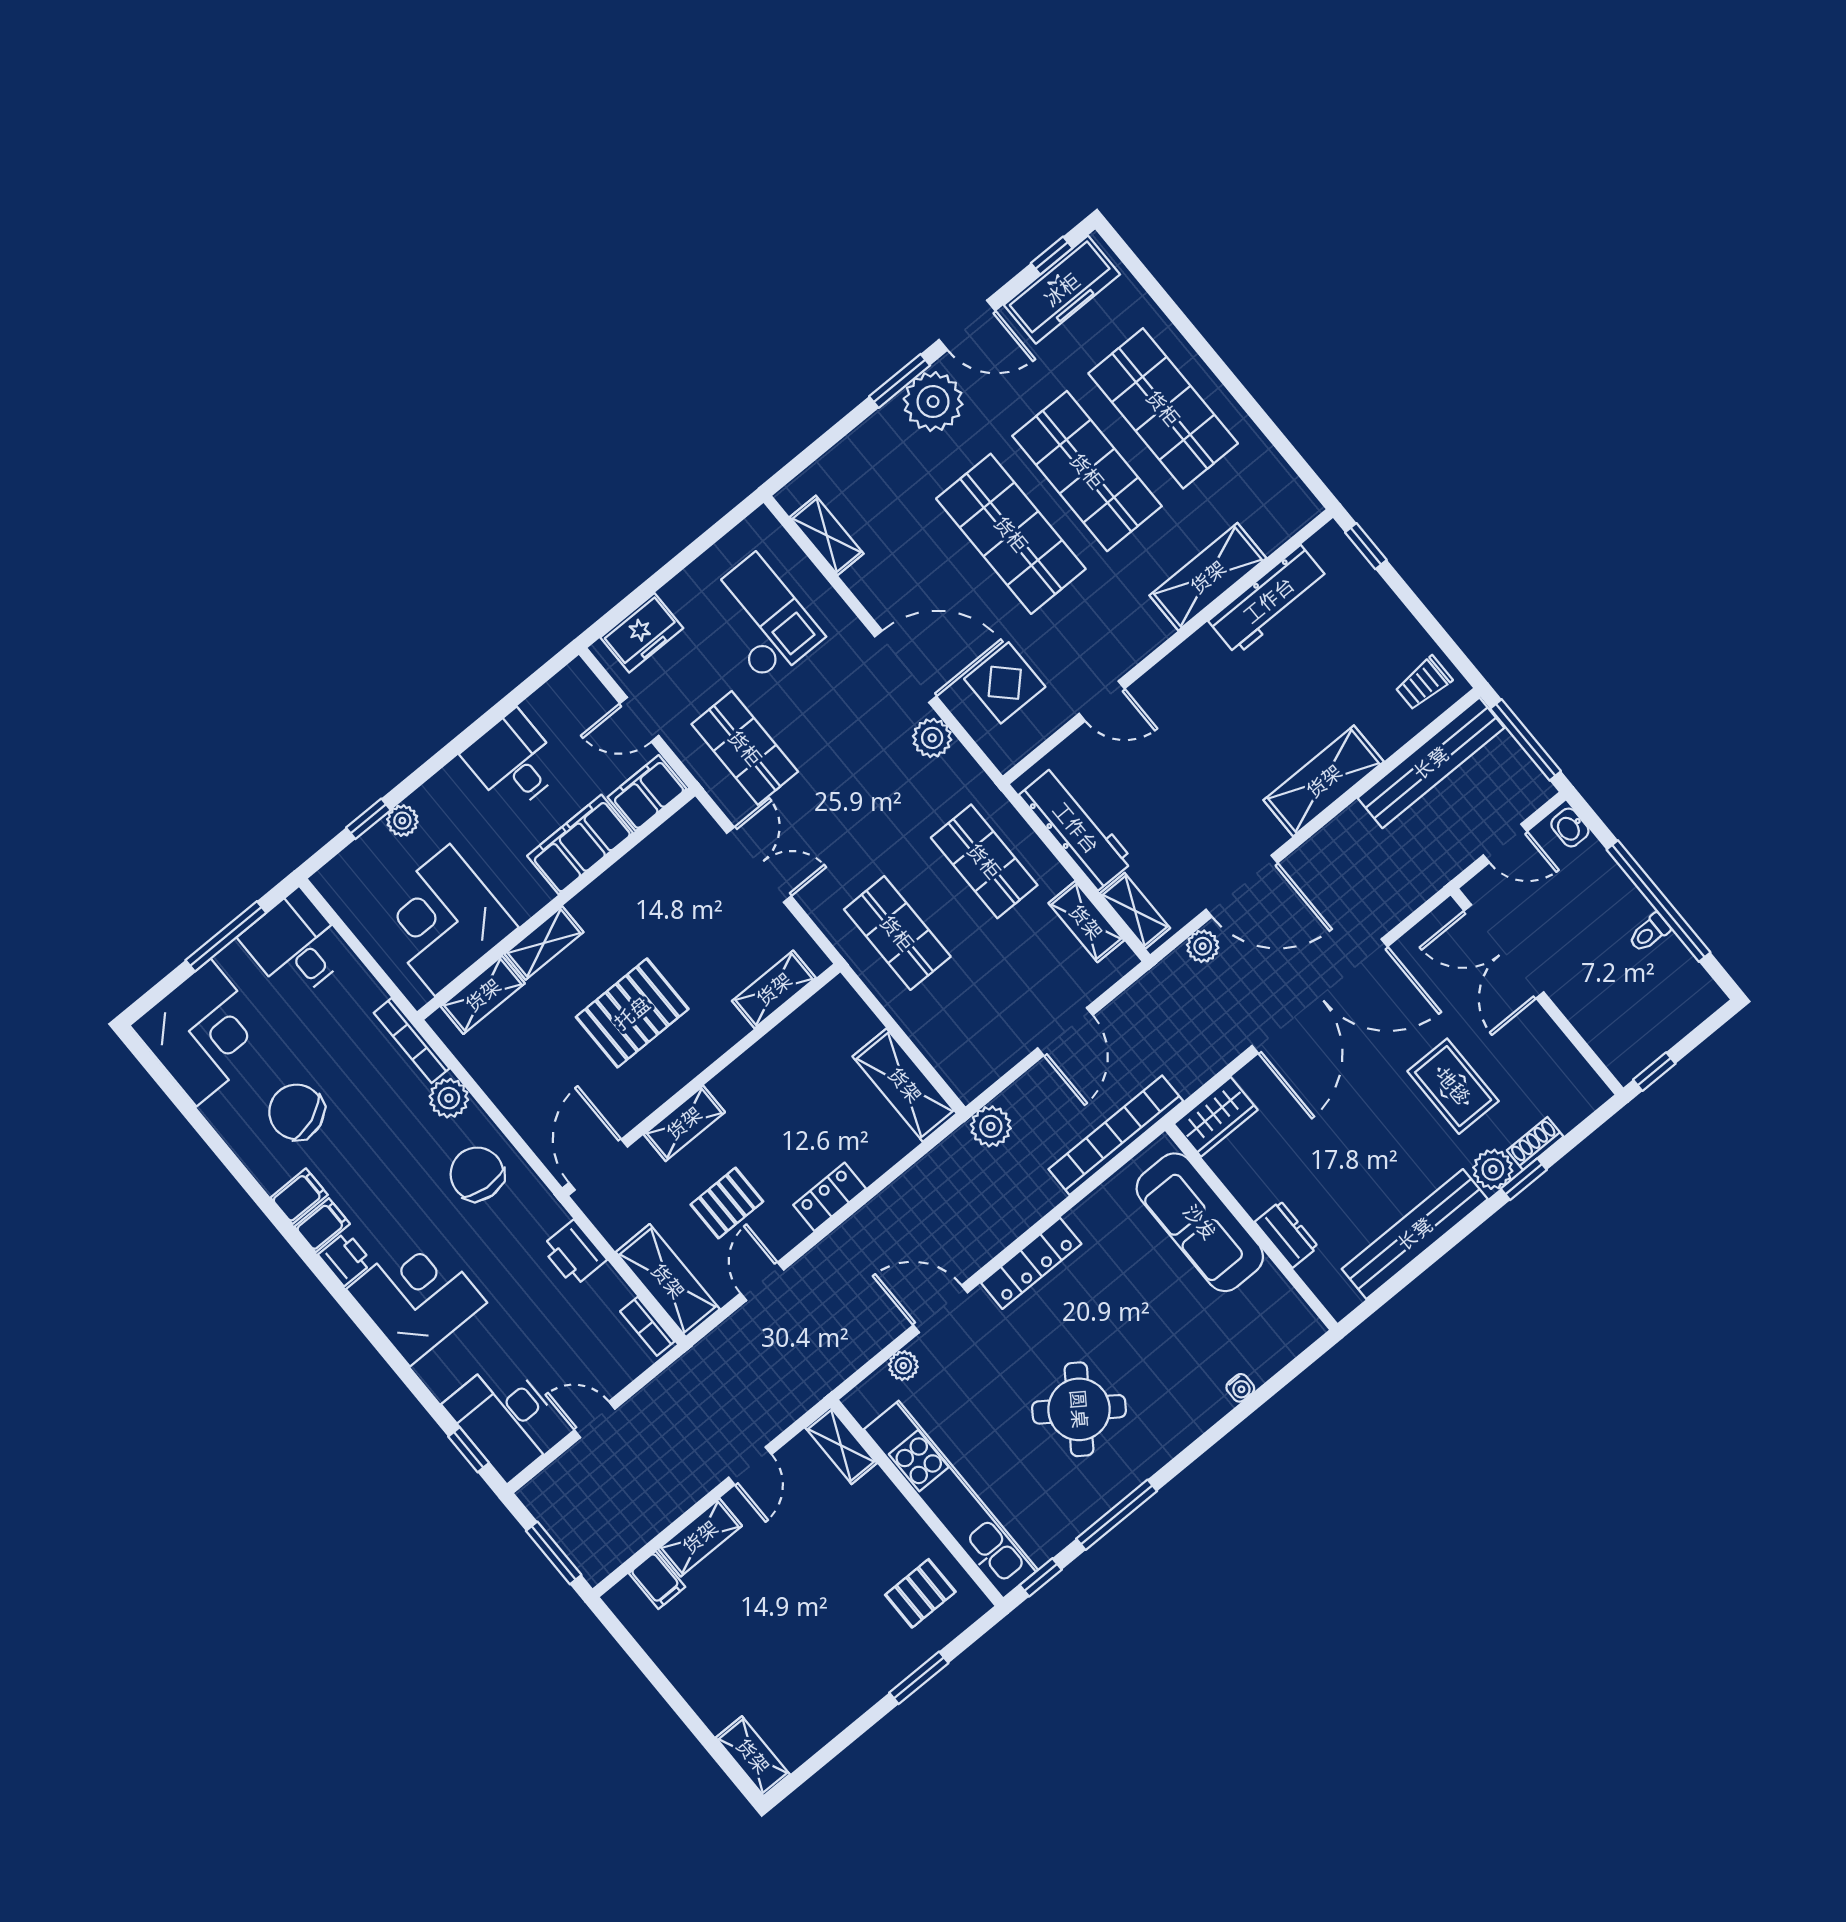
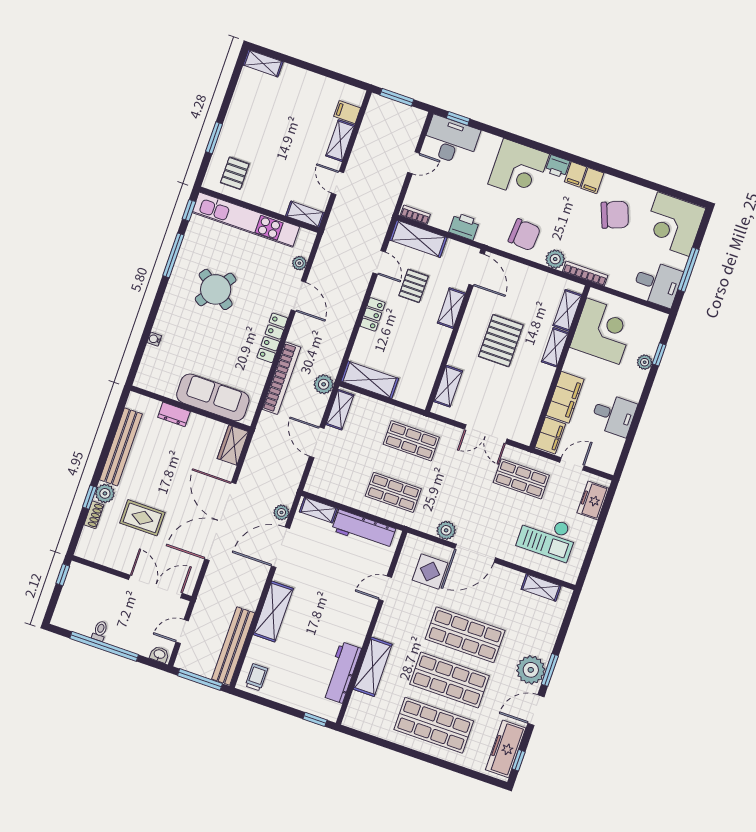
shelving: (1086, 922) -> (340, 410), moved, turned 90
bookcase: (1116, 1135) -> (281, 378), moved
door: (940, 1309) -> (298, 296), hinge flipped

